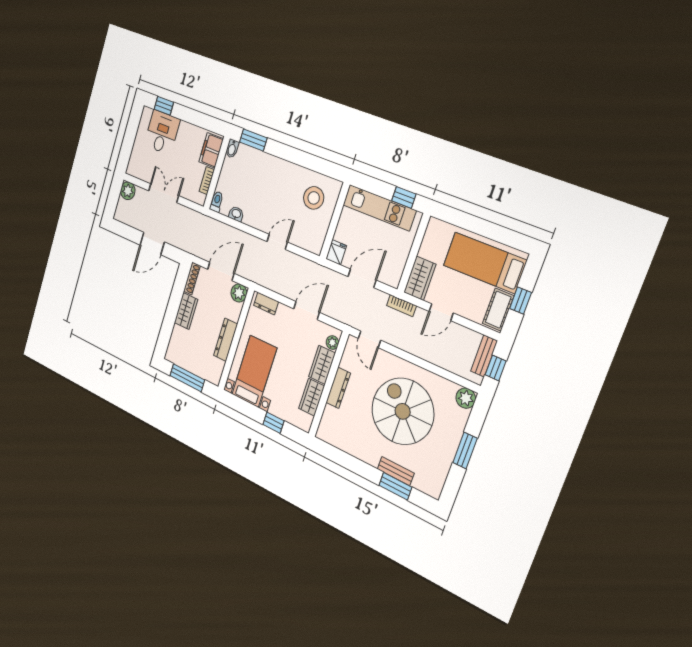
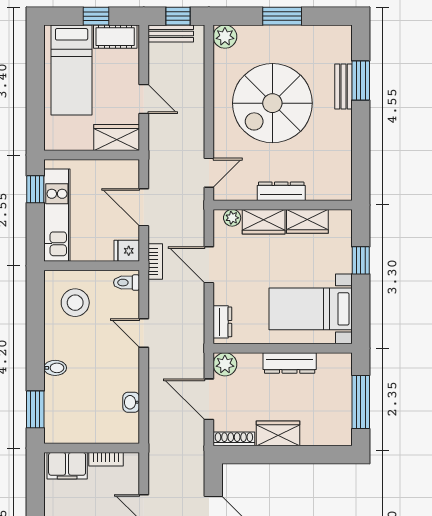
bidet: (232, 149) -> (55, 368), moved
toilet: (217, 202) -> (127, 283), moved
bookcase: (401, 306) -> (155, 262), moved

